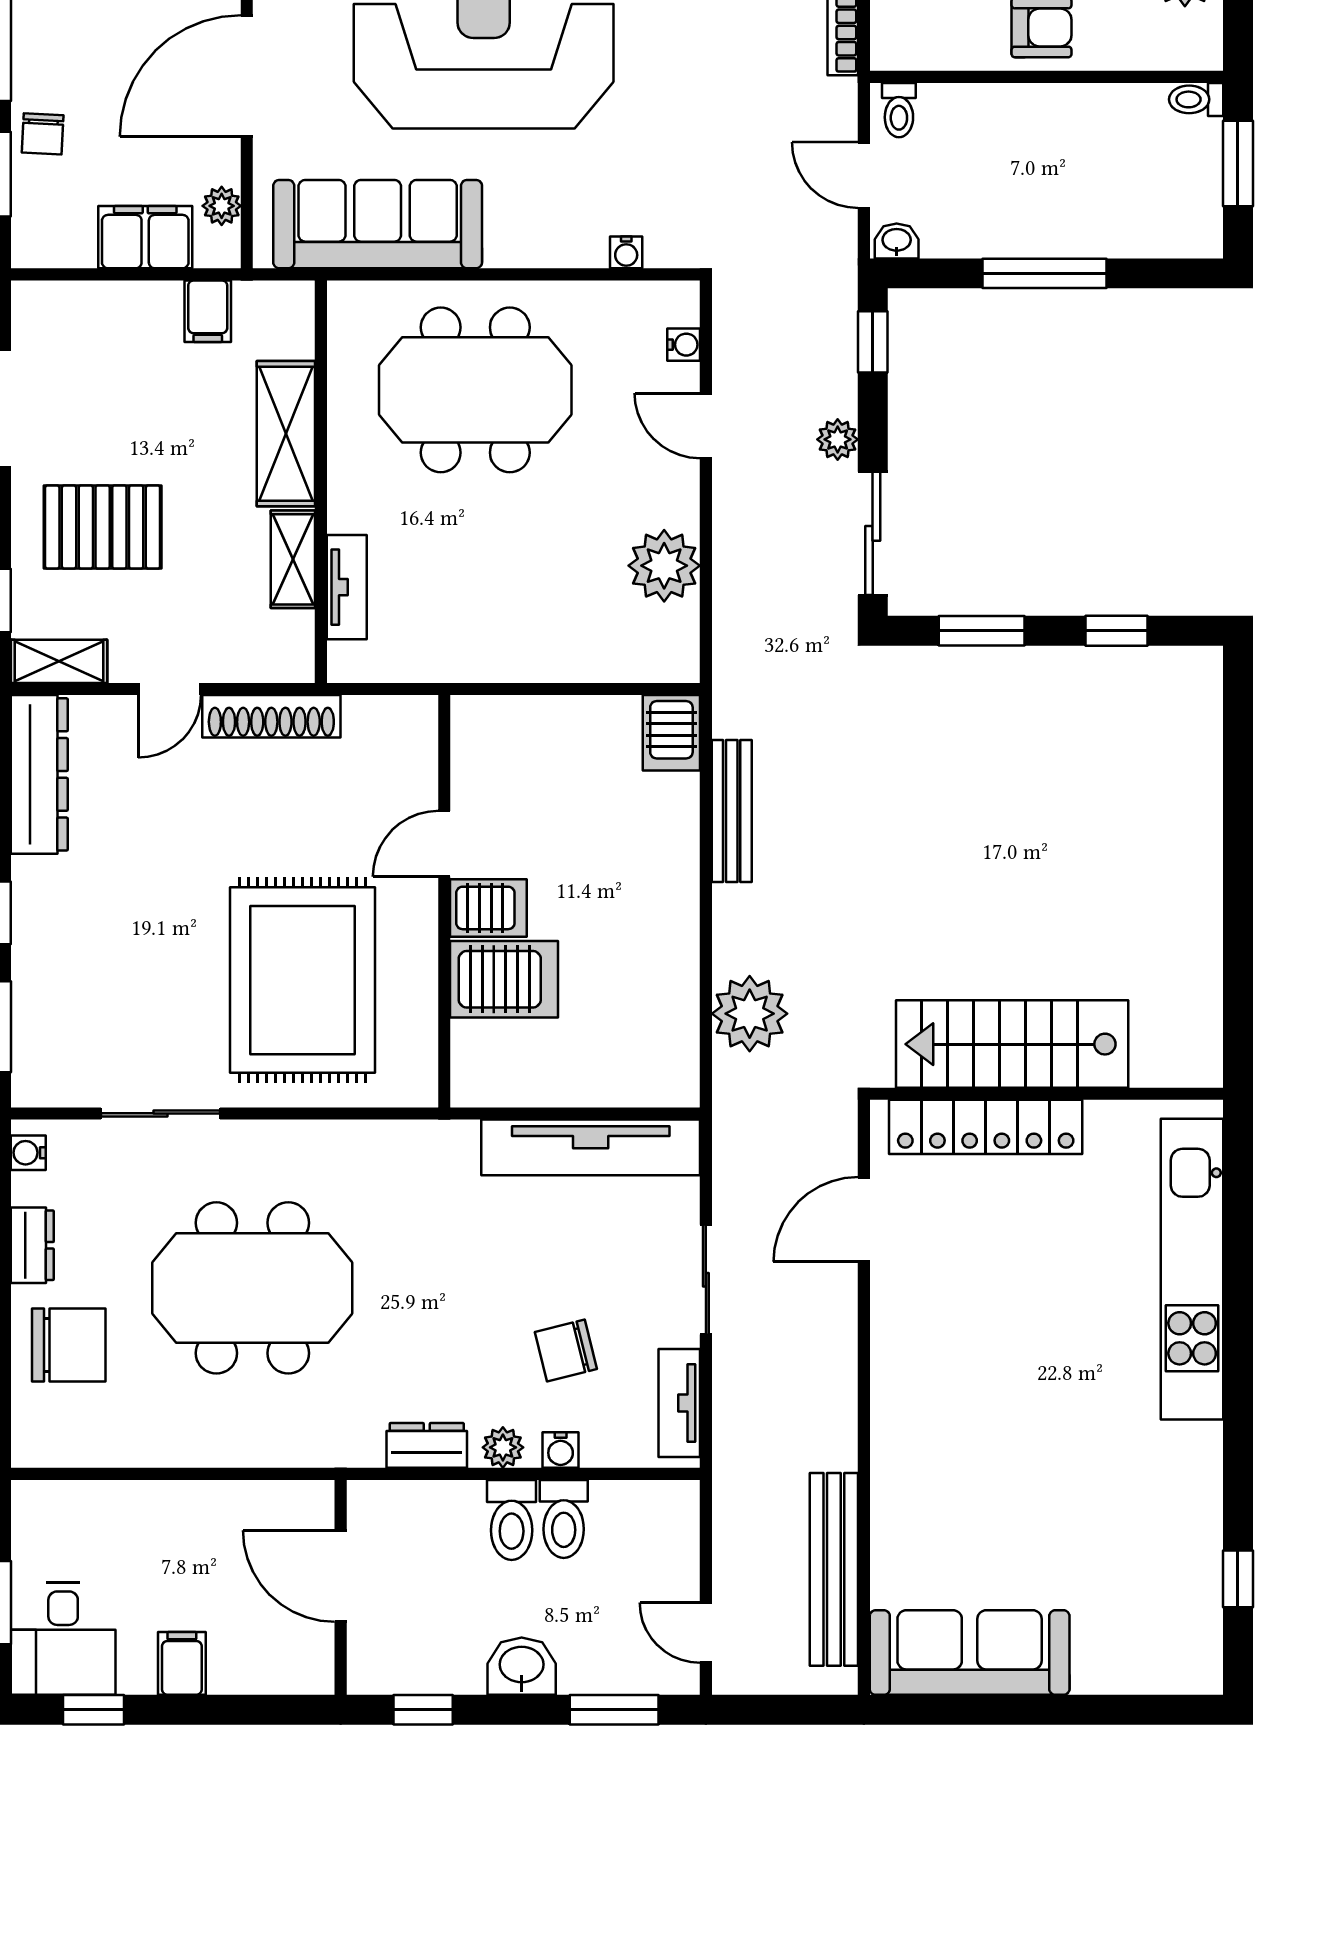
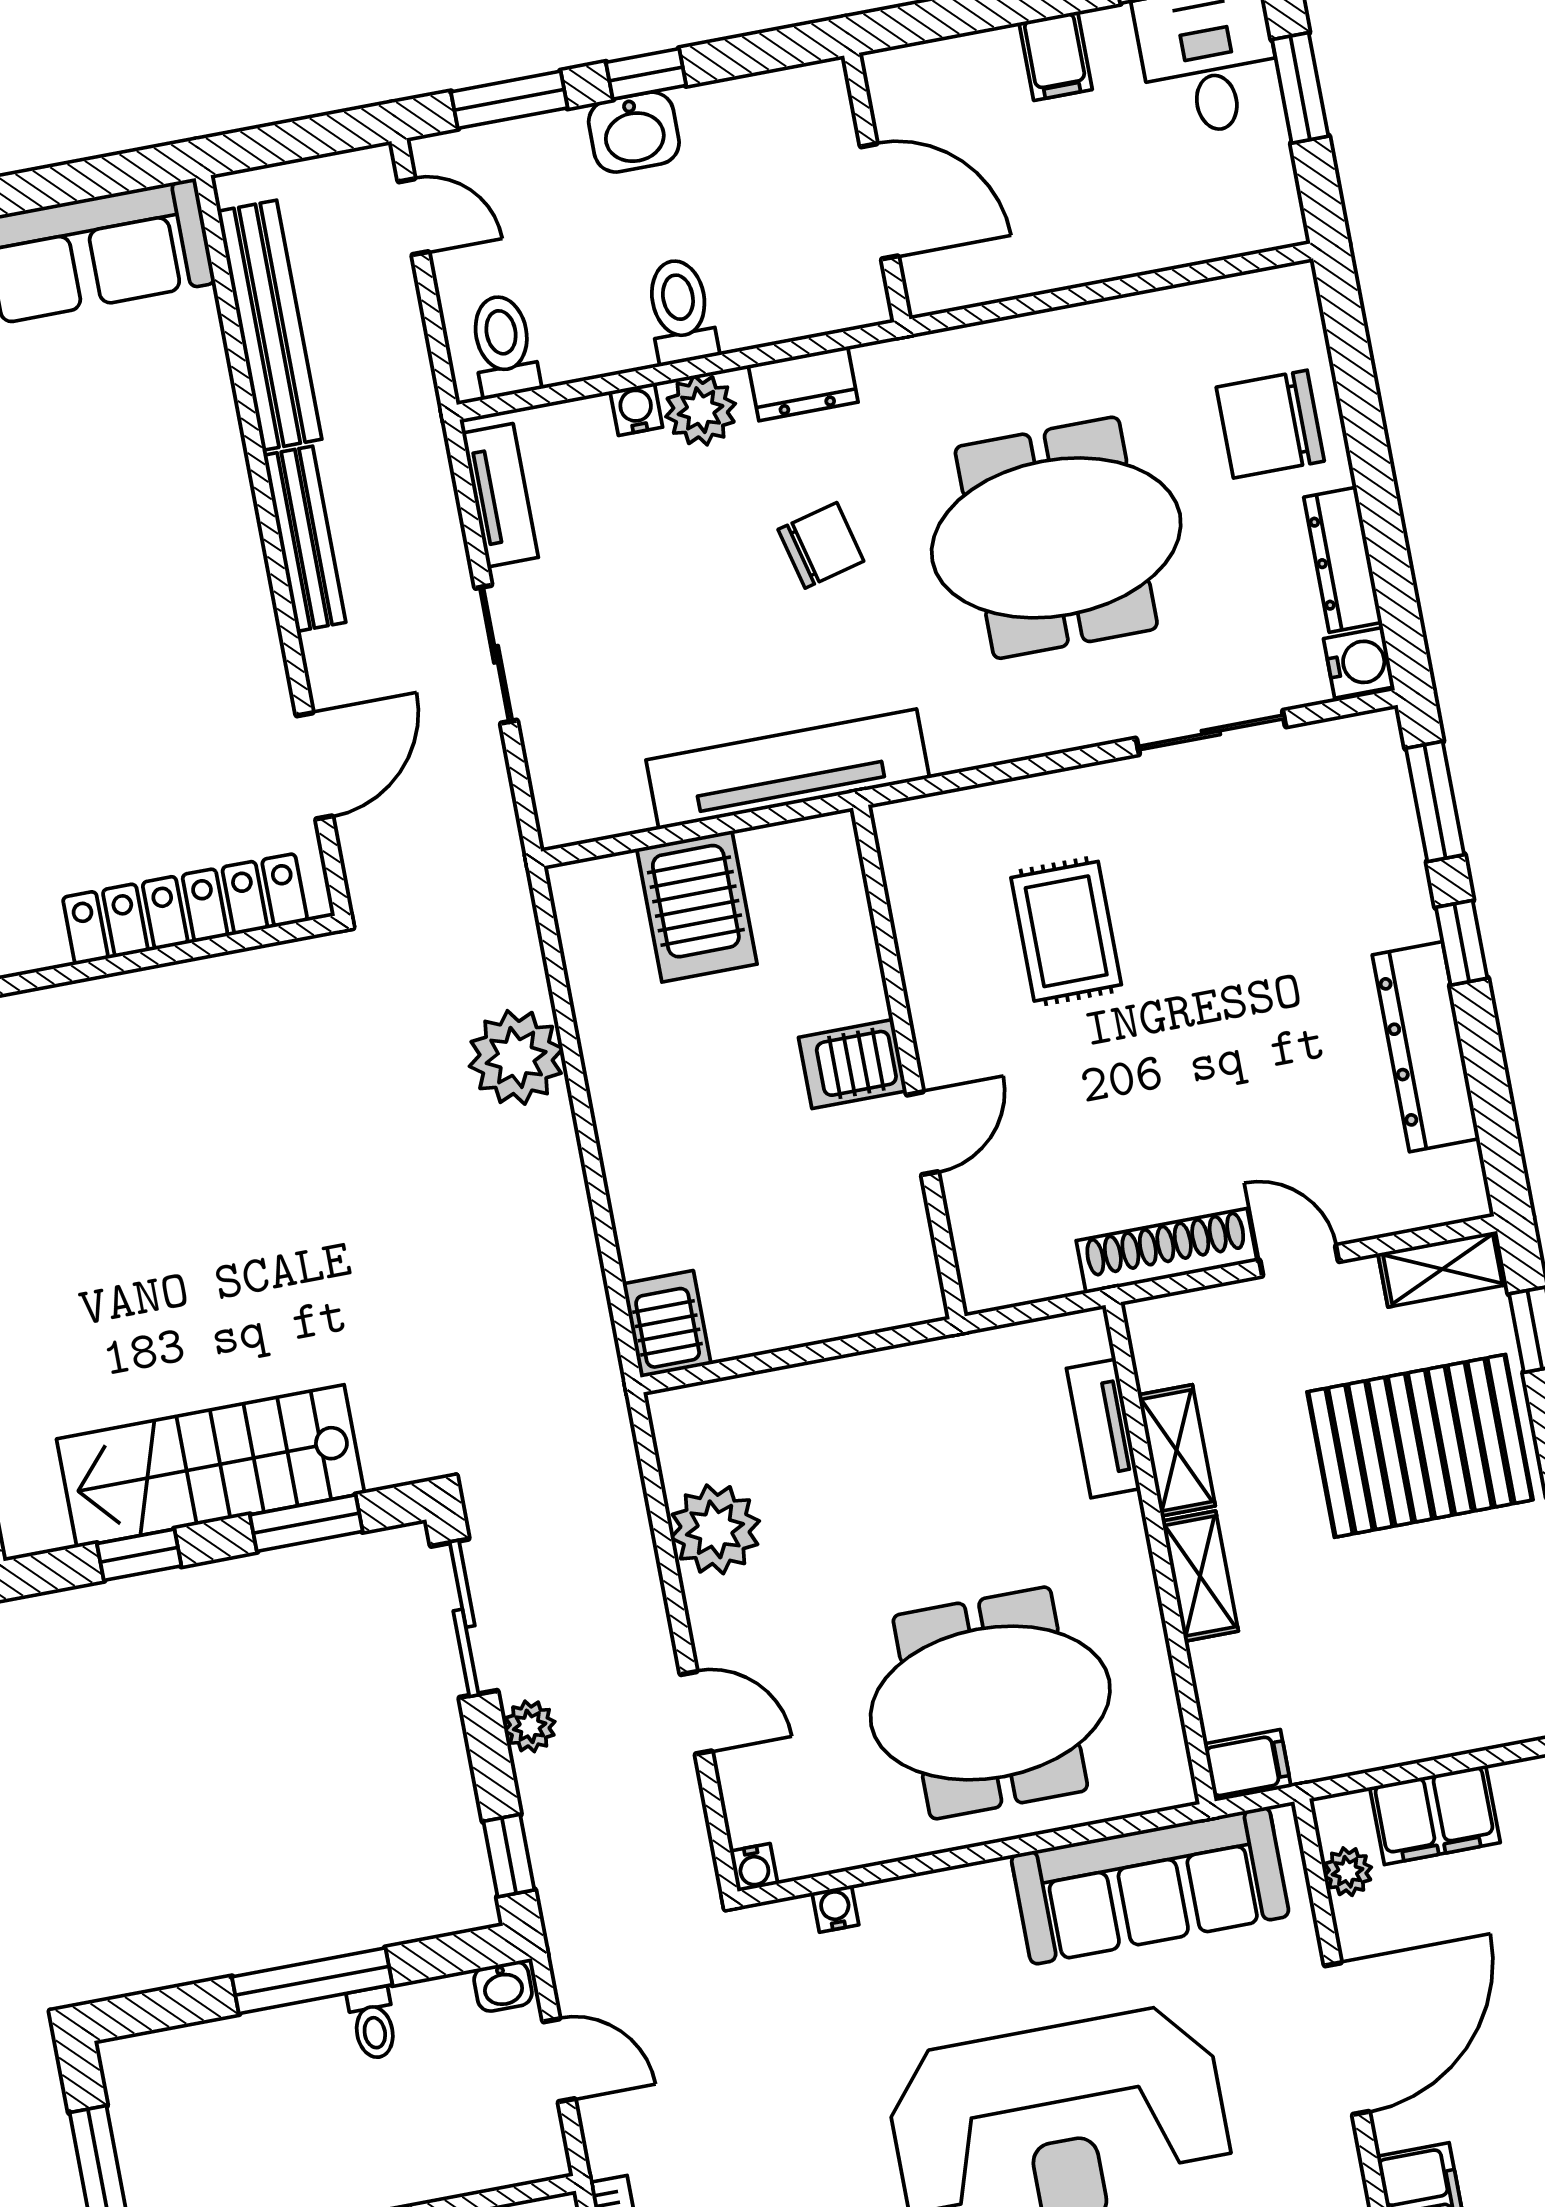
toilet: (899, 110) -> (373, 2023), moved, turned 180
filing cabinet: (208, 311) -> (1247, 1765), moved, turned 90
water cooler: (684, 345) -> (754, 1867), moved, turned -90
shelving: (286, 434) -> (1200, 1576), width x0.67, depth x0.75
pallet: (103, 527) -> (1420, 1446), width x1.37, depth x1.41
door: (170, 689) -> (1299, 1261), hinge flipped
dresser: (39, 774) -> (1426, 1047), moved
bench: (732, 811) -> (305, 539), moved
server rack: (504, 979) -> (697, 906), moved, turned -90
rug: (302, 980) -> (1066, 931), width x0.54, depth x0.49
plant: (750, 1014) -> (516, 1057), moved
stairs: (1012, 1044) -> (211, 1466), moved, turned 180
tv unit: (591, 1147) -> (788, 769), moved
water cooler: (28, 1153) -> (1359, 663), width x1.38, depth x1.38
dresser: (32, 1245) -> (1343, 560), width x1.44
chair: (566, 1350) -> (821, 545), moved
plant: (503, 1447) -> (701, 410), width x1.38, depth x1.38
toilet: (564, 1519) -> (504, 346), moved
window: (423, 1710) -> (646, 74), moved

